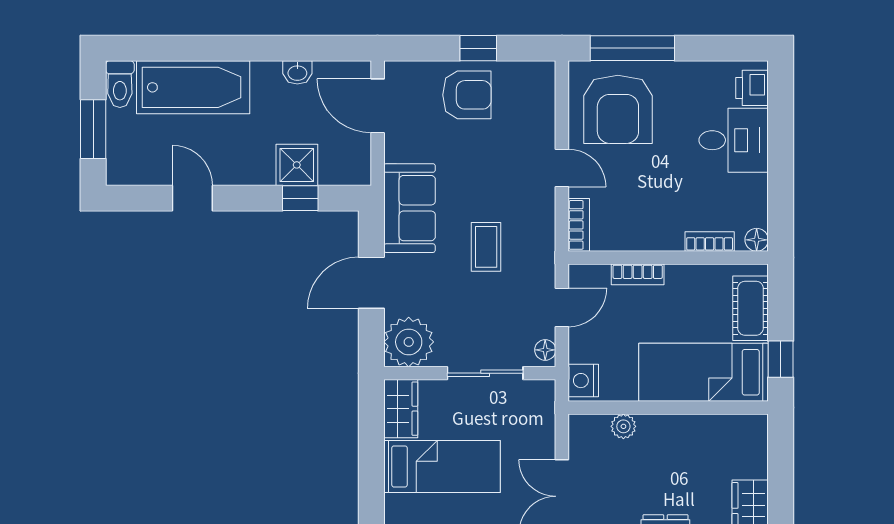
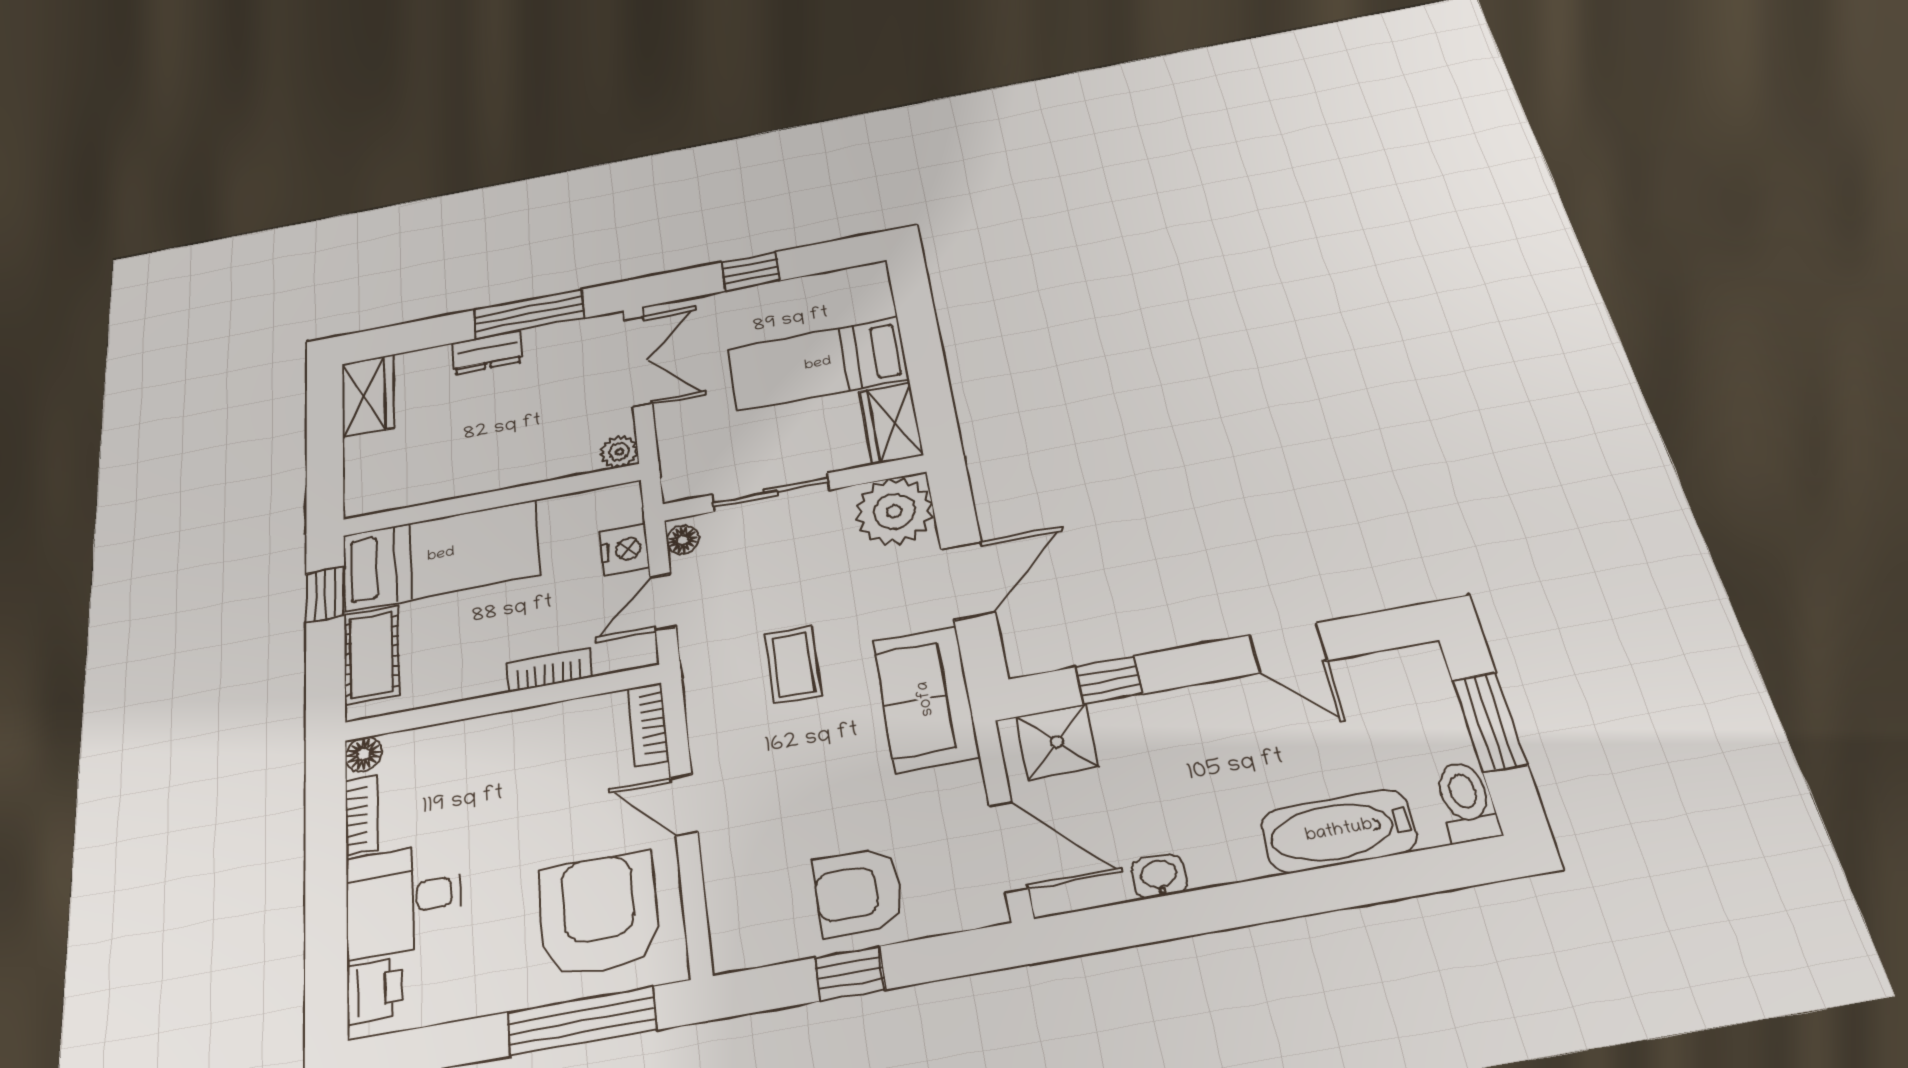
bathtub: (193, 87) -> (1339, 831), width x0.73, depth x0.73
shower: (297, 165) -> (1057, 742), moved
bookcase: (710, 242) -> (362, 815), moved, turned -90
nightstand: (583, 381) -> (624, 549), moved
plant: (623, 426) -> (619, 452), moved

